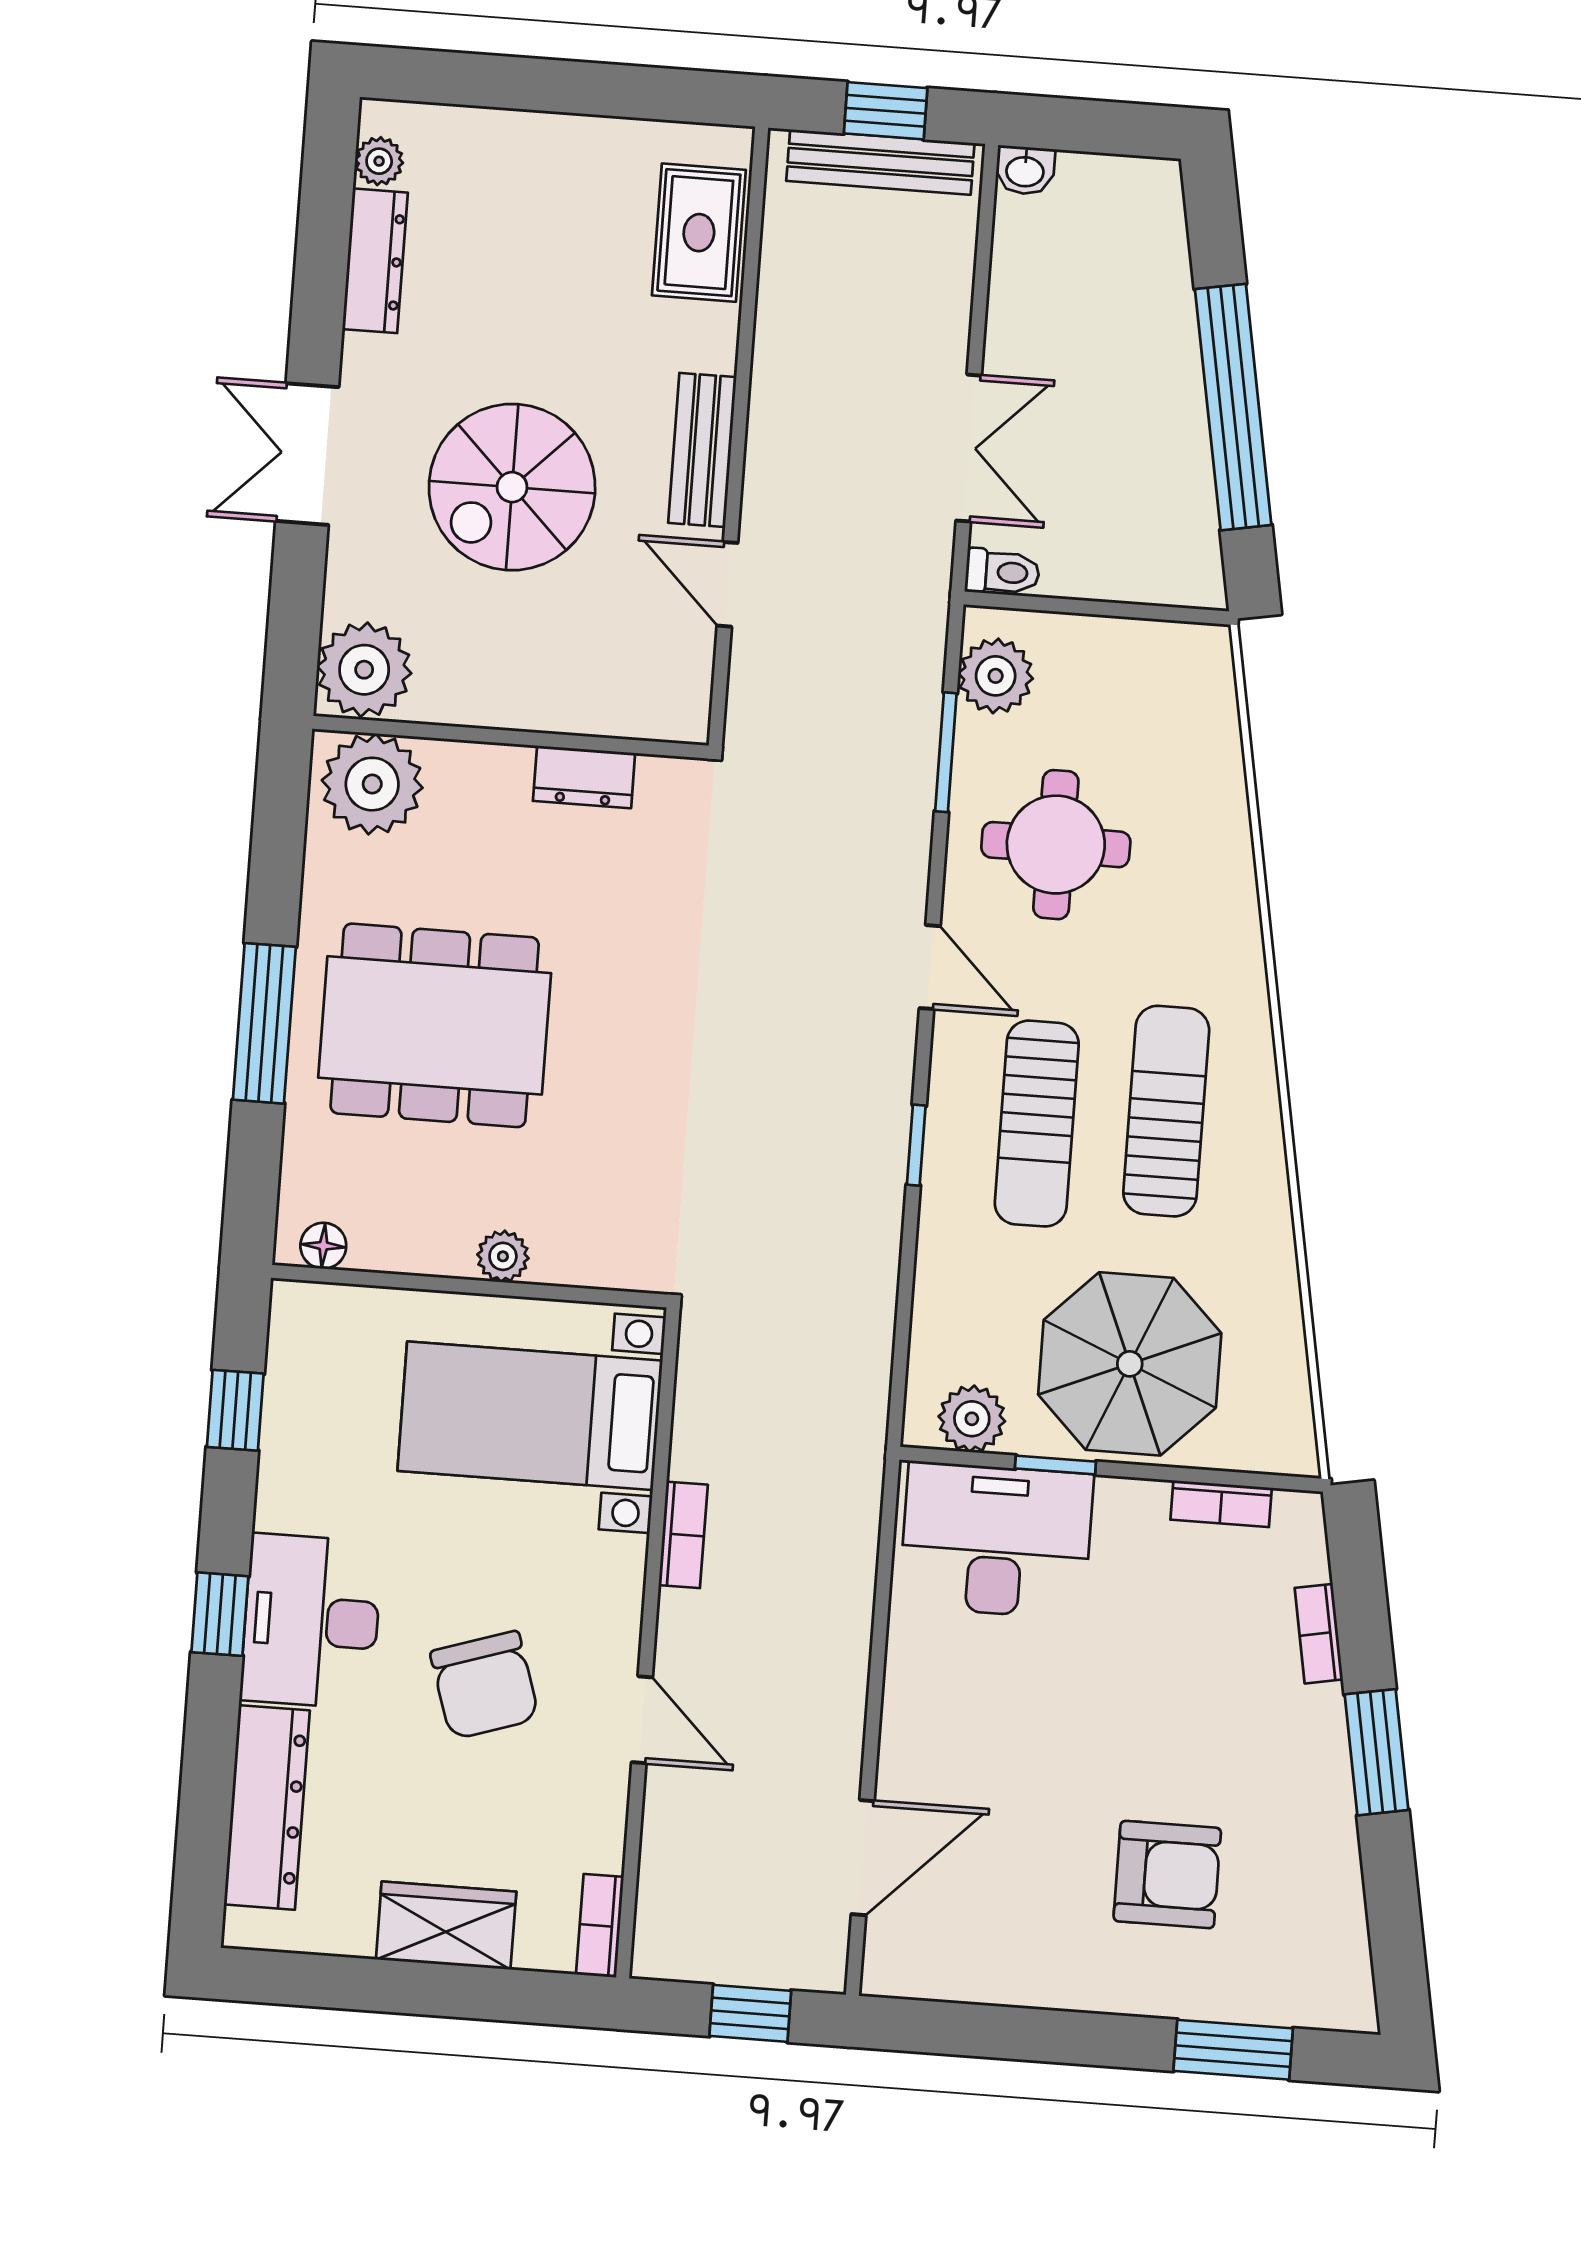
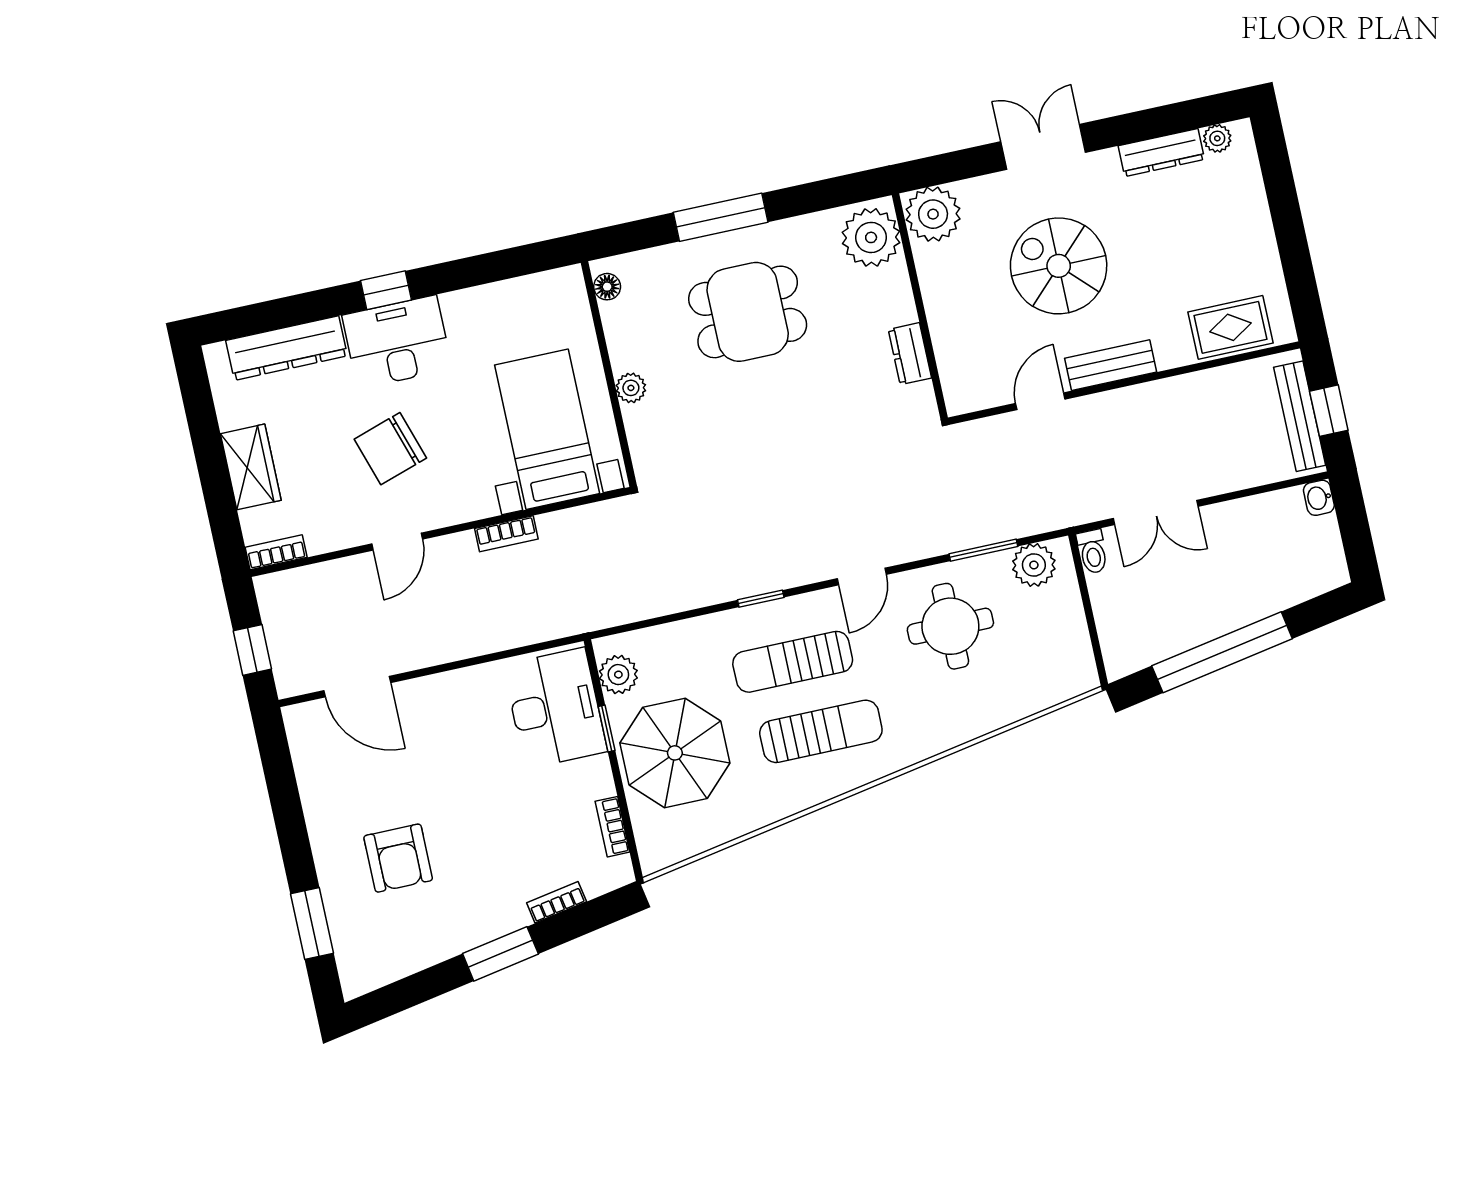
dining table: (435, 1025) -> (748, 312), width x0.73
window: (235, 1410) -> (501, 265), removed

